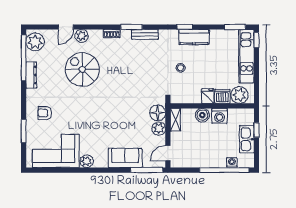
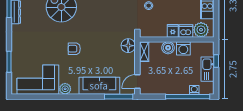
armchair: (45, 113) -> (74, 49), moved
plant: (159, 128) -> (129, 60), removed
sofa: (125, 158) -> (99, 86), width x1.36

